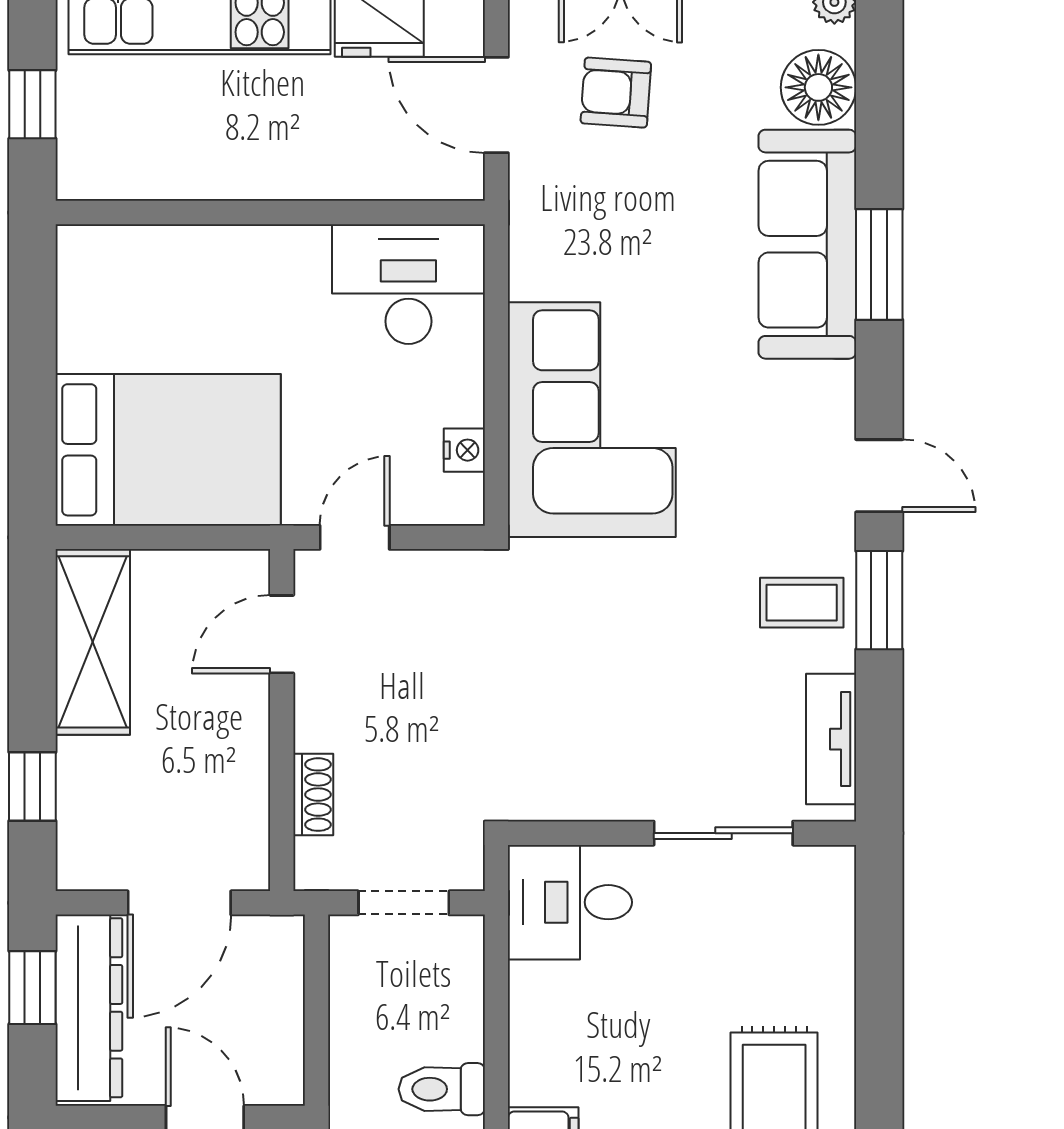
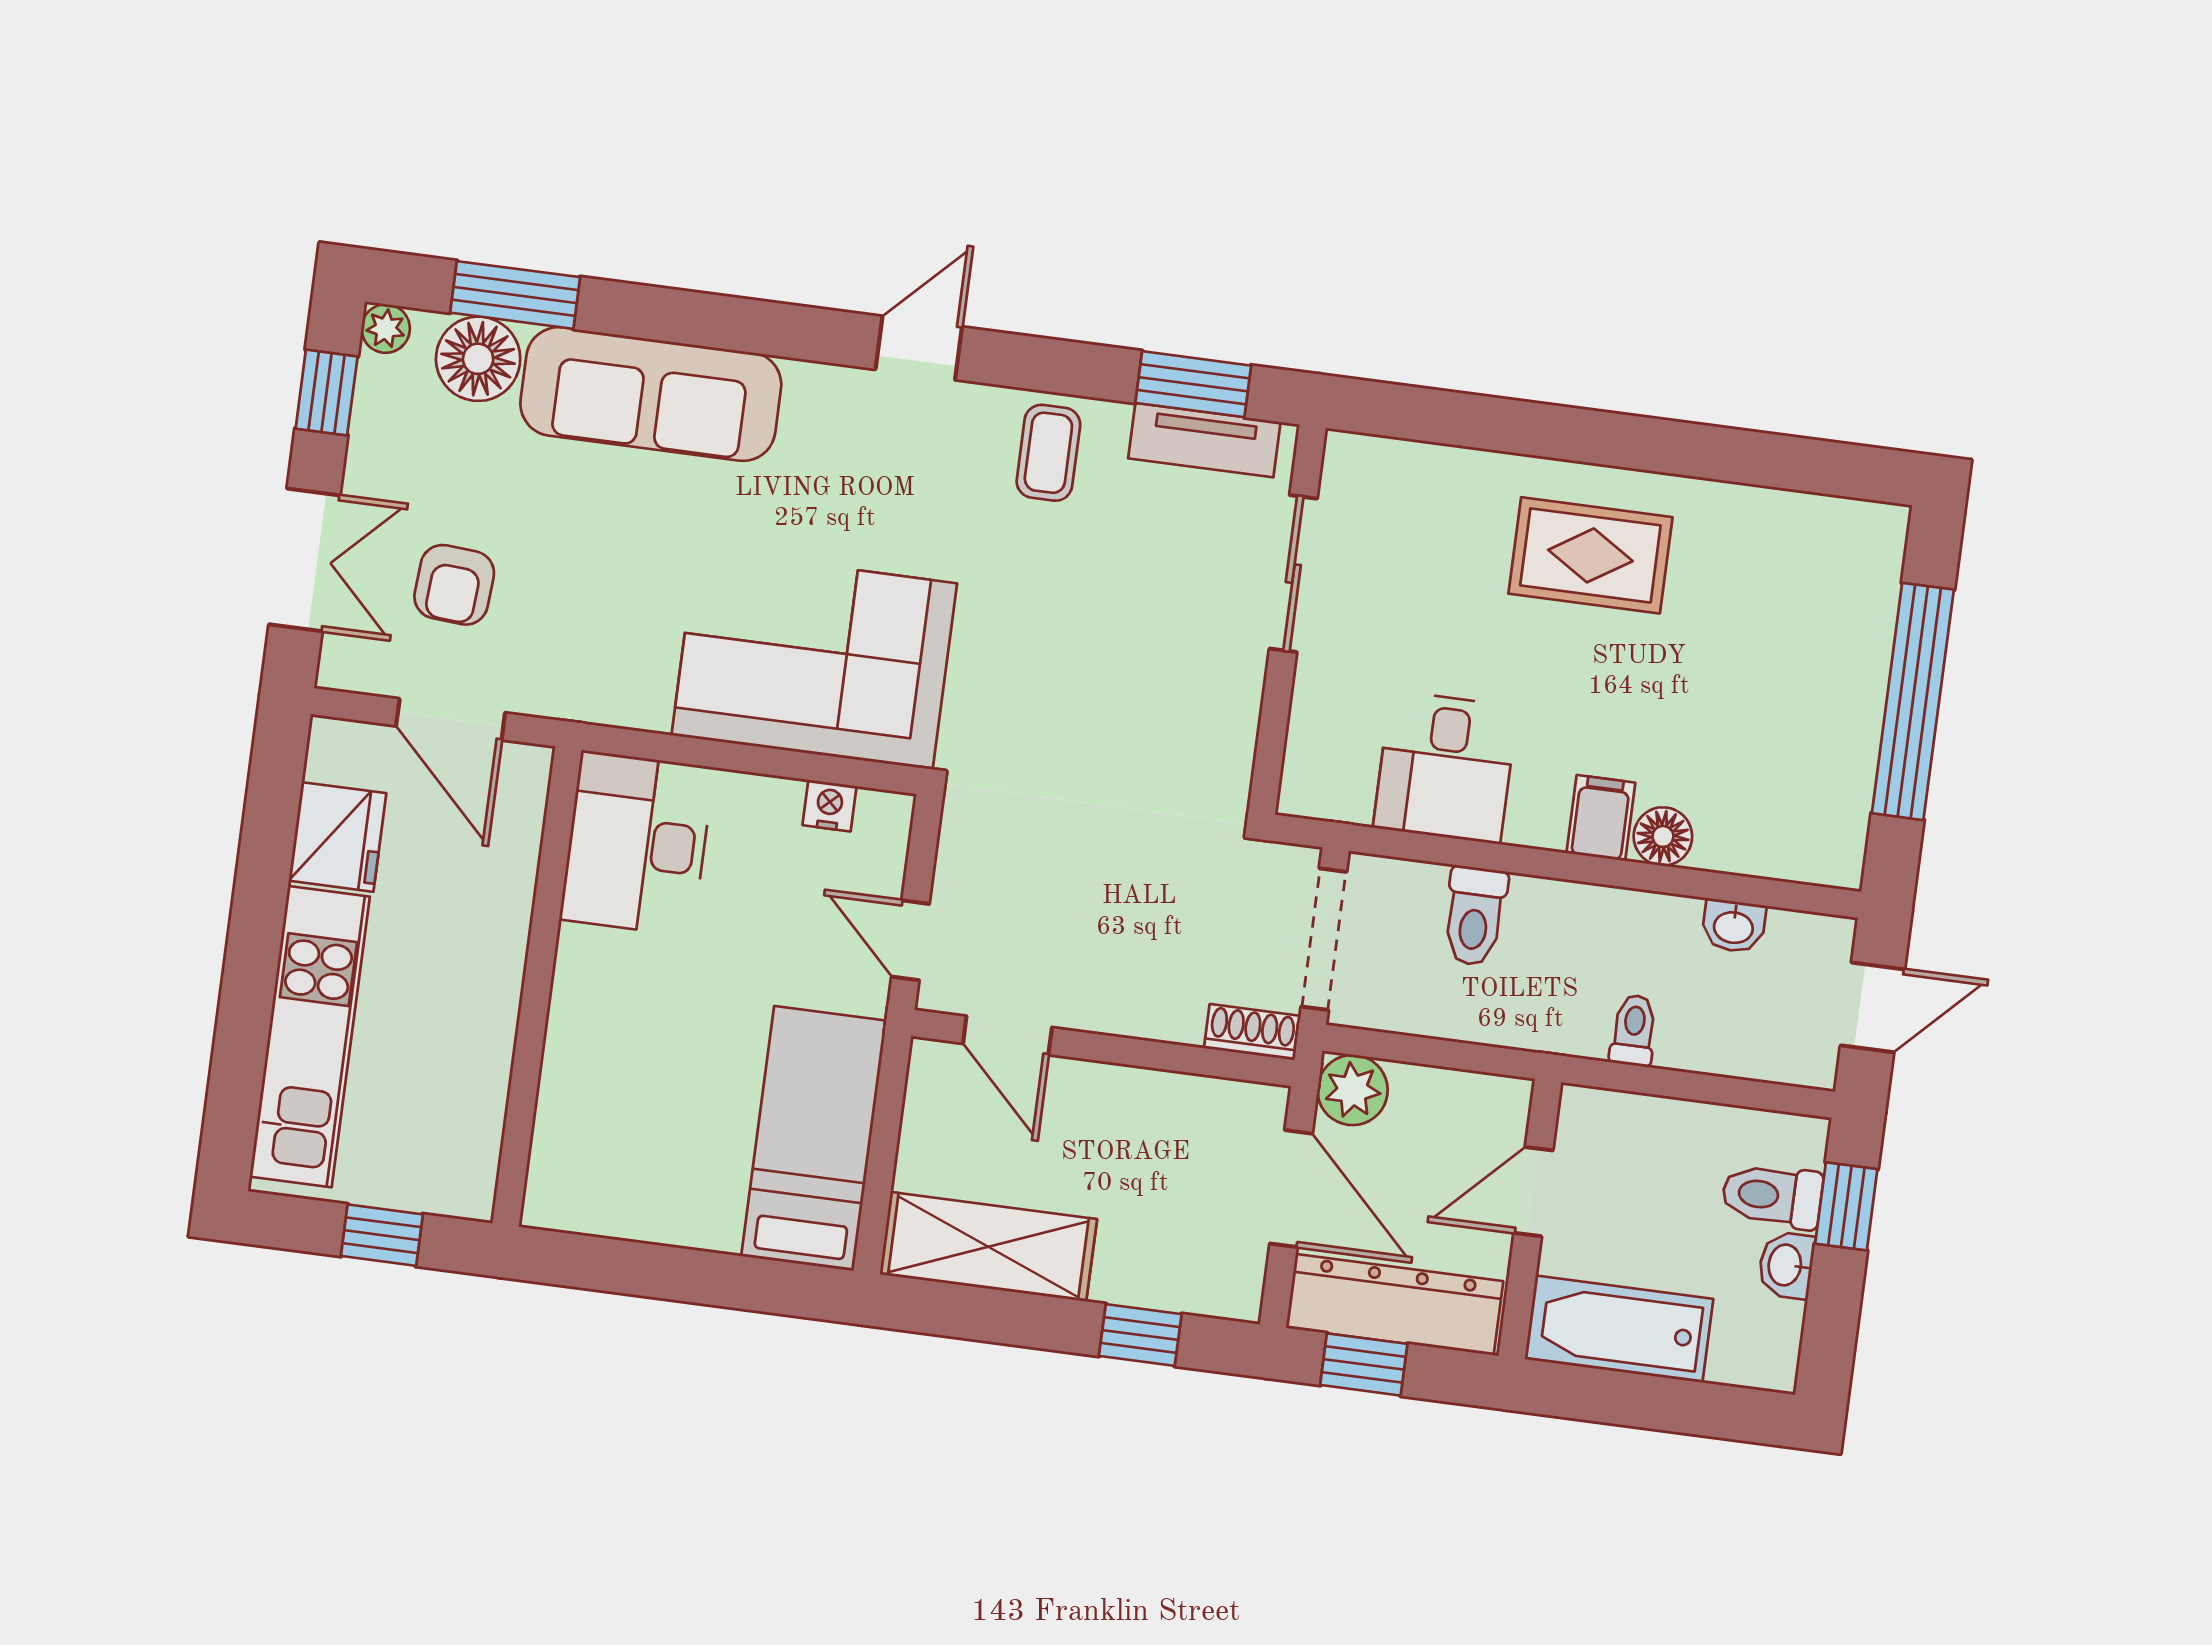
door: (496, 105) -> (451, 719), hinge flipped
window: (879, 264) -> (515, 295), moved
bed: (168, 450) -> (814, 1138), width x0.67
window: (879, 600) -> (1193, 384), moved
shoe rack: (313, 795) -> (1252, 1032), moved
desk: (570, 902) -> (1445, 767), moved
doorway: (404, 903) -> (1324, 939), width x1.38
plant: (274, 946) -> (1353, 1090), added
toilet: (442, 1089) -> (1475, 916), moved

